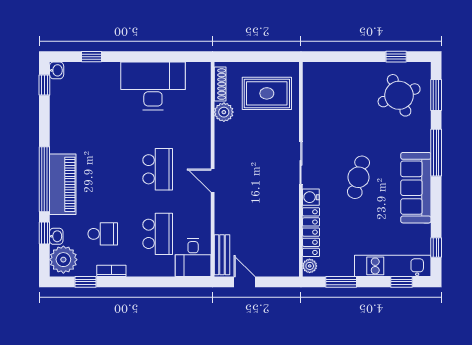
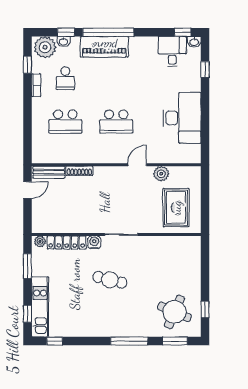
shoe rack: (220, 84) -> (79, 171), moved
round table: (399, 95) -> (175, 312), turned 45
door: (213, 180) -> (137, 165), moved
sofa: (416, 188) -> (102, 325), removed
desk: (193, 258) -> (172, 51), moved, turned 90

